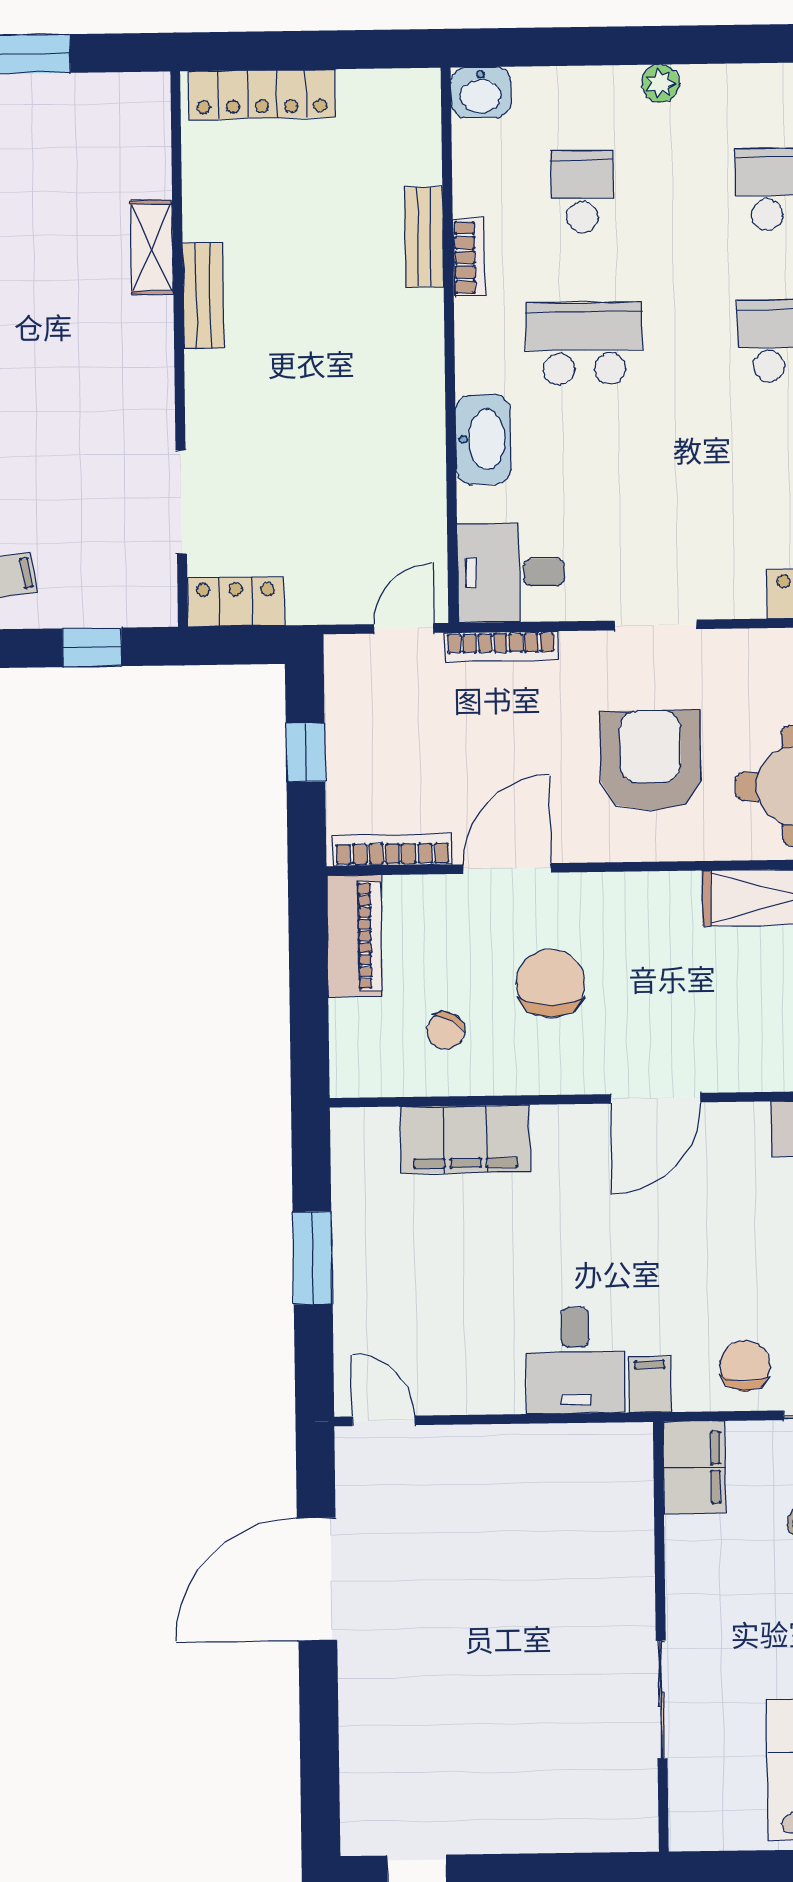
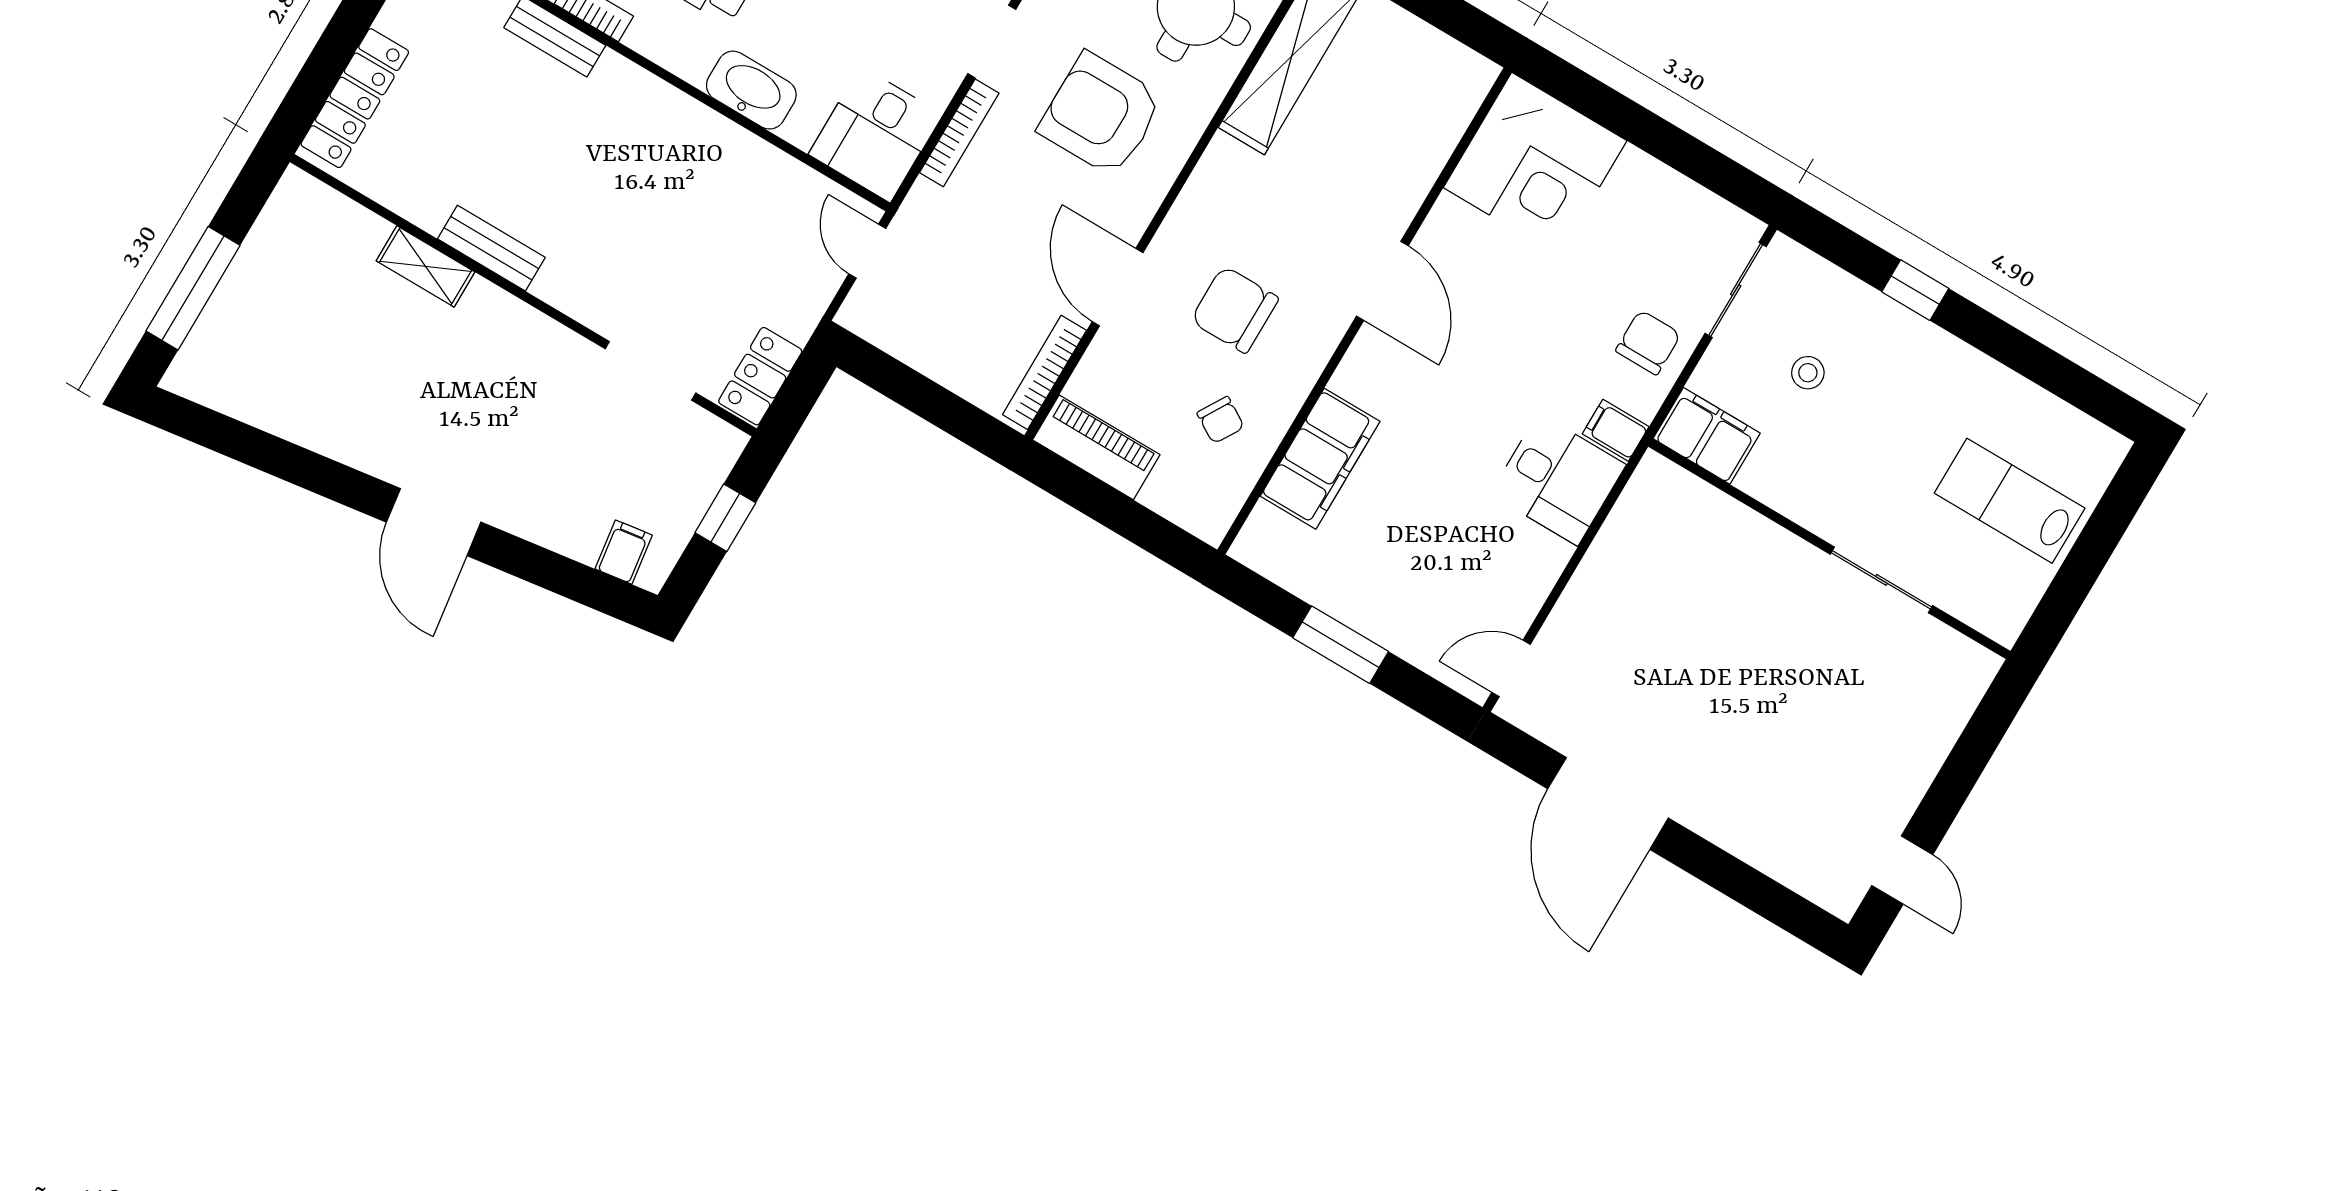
bookcase: (501, 646) -> (959, 133), moved
window: (305, 752) -> (920, 395), removed
chair: (745, 1366) -> (1648, 342), turned 86

